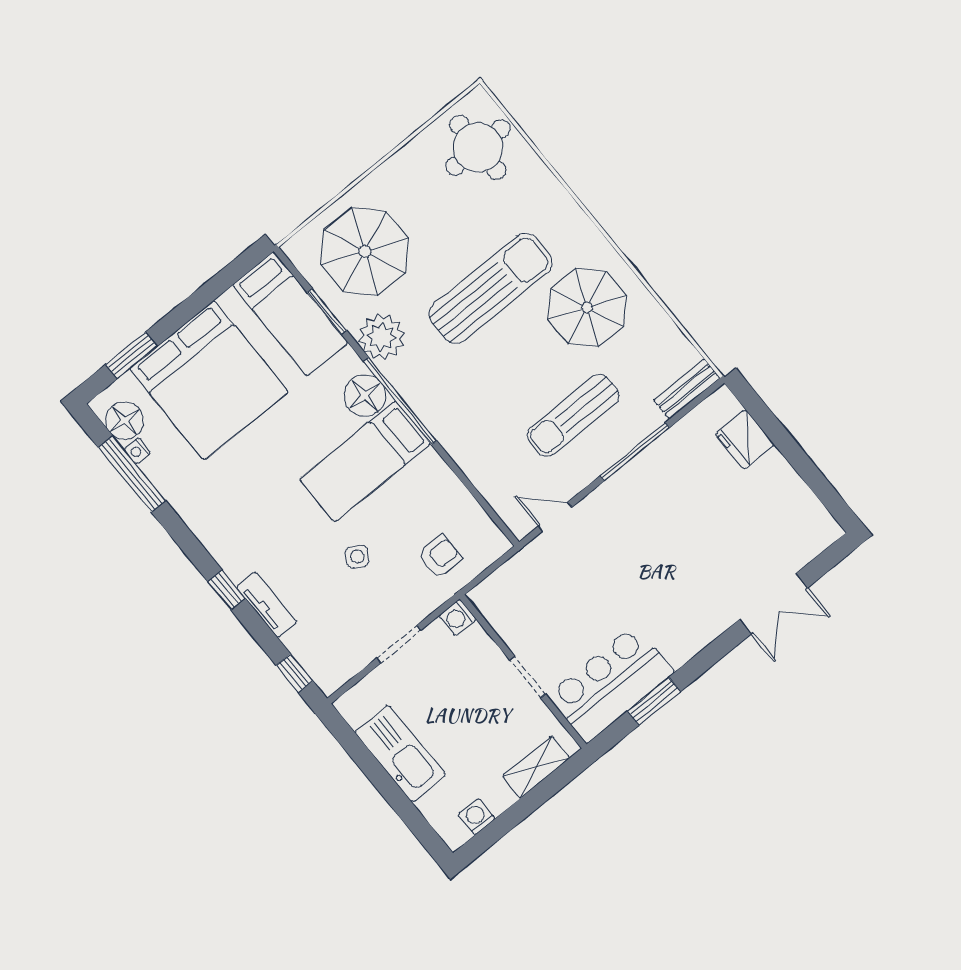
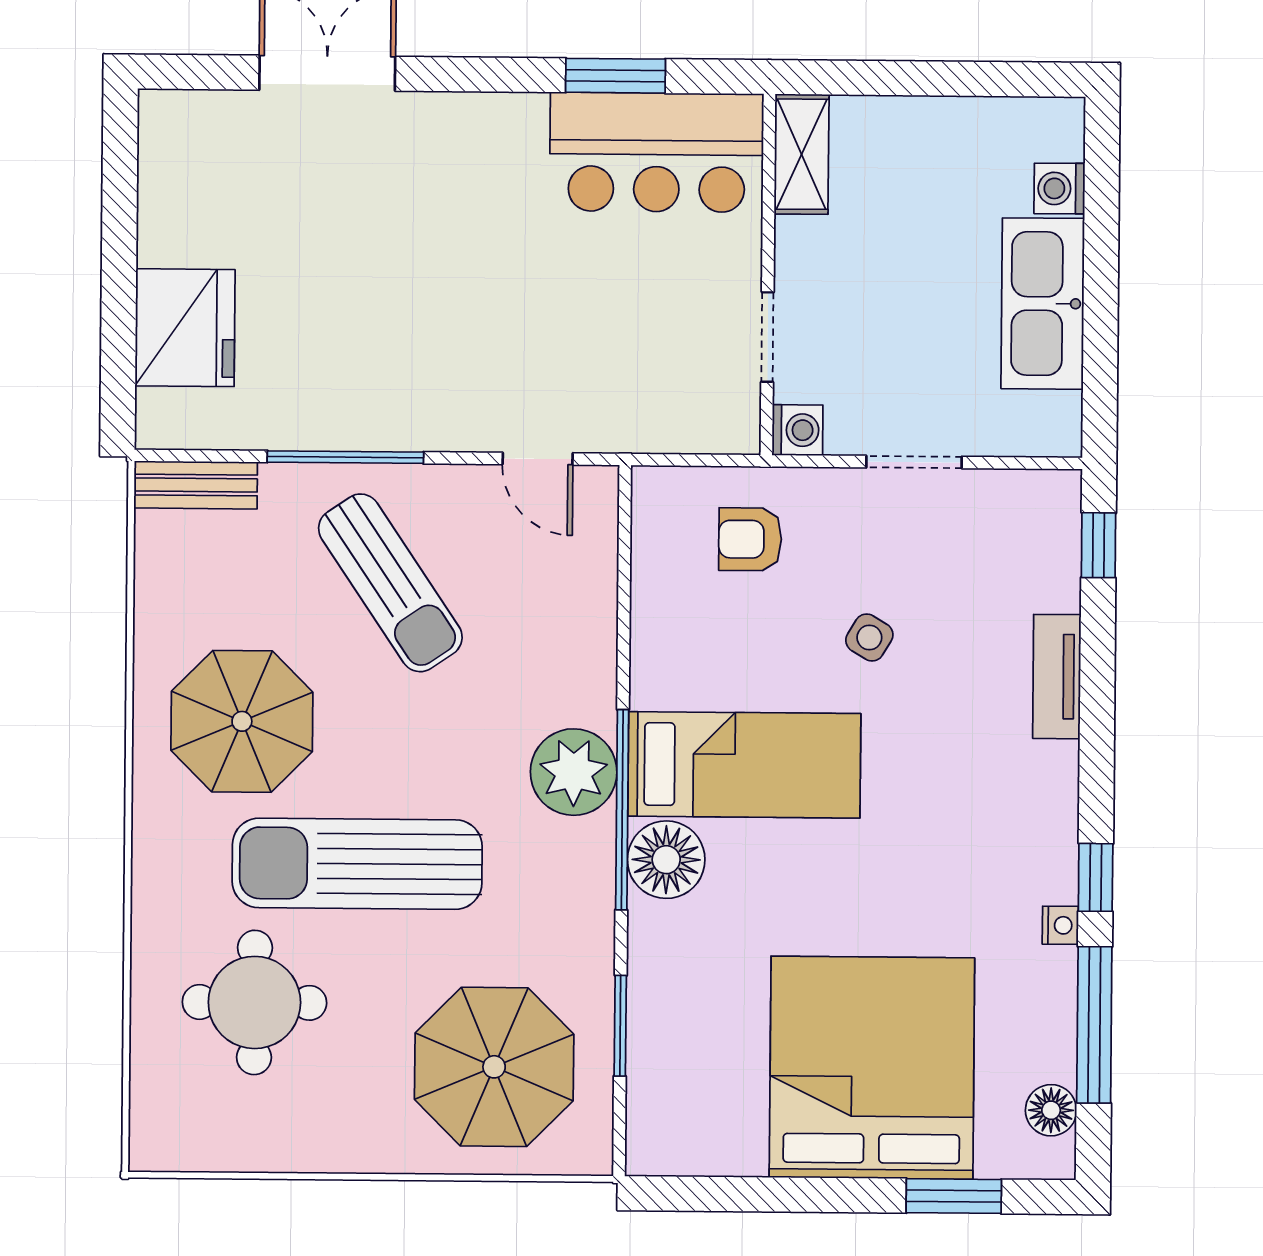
round table: (478, 148) -> (254, 1002), moved
bed: (290, 314) -> (676, 1066), removed
plant: (381, 337) -> (574, 772), moved
sun lounger: (573, 415) -> (390, 583), turned 56
floor lamp: (125, 421) -> (1051, 1110), width x0.73, depth x0.73
fridge: (745, 440) -> (185, 328), width x1.36, depth x1.34
nightstand: (137, 451) -> (1060, 925), moved
window: (227, 590) -> (1096, 877), moved
doorway: (528, 677) -> (767, 337), moved
shelving: (536, 767) -> (802, 154), moved, turned 90
washing machine: (477, 817) -> (1059, 188), moved, turned 90

